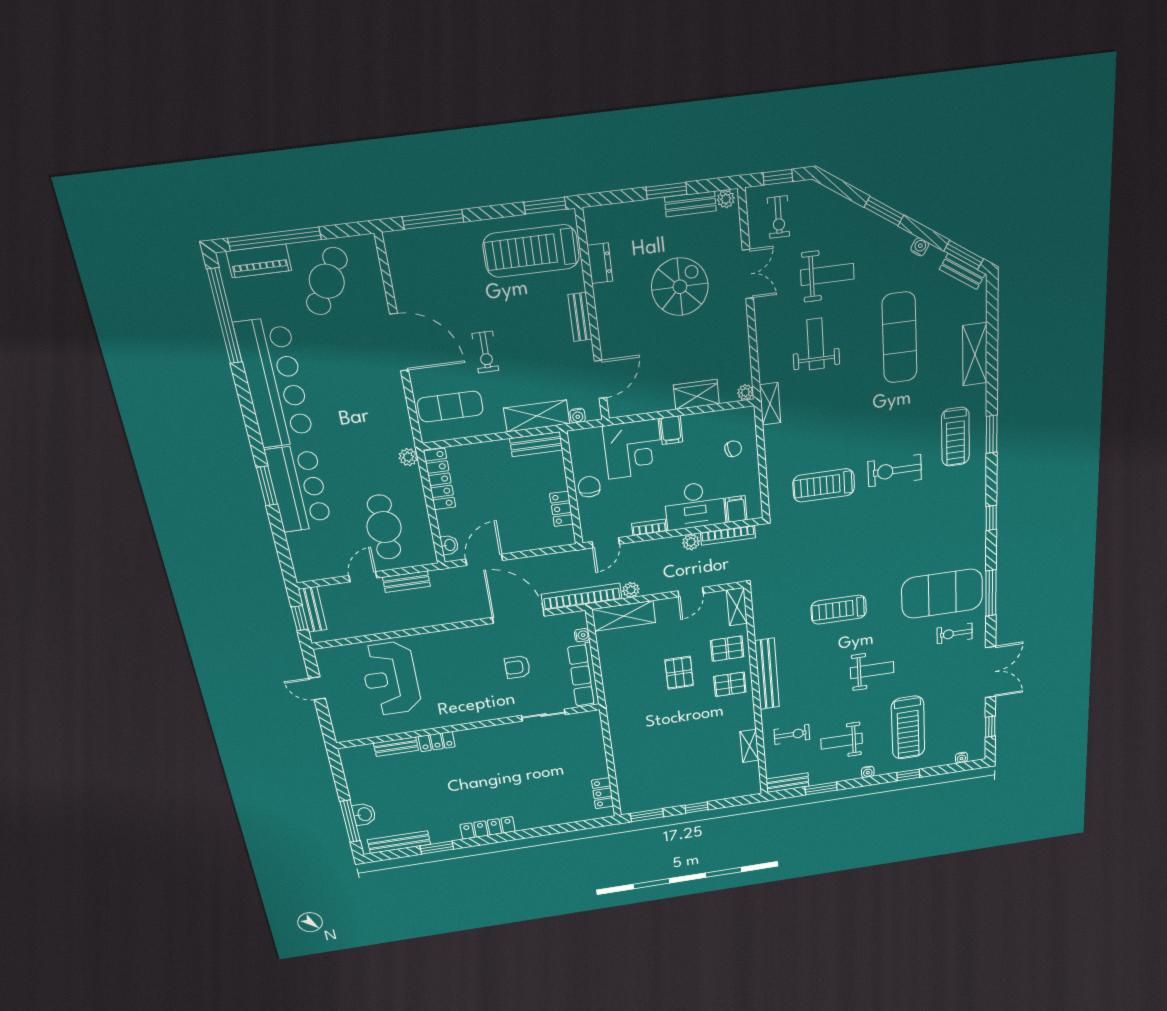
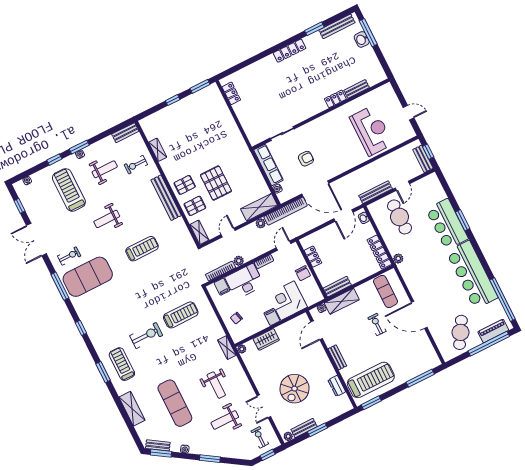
exercise mat: (450, 407) -> (386, 291), turned 90
bench: (406, 582) -> (376, 192), width x1.36
pallet: (679, 673) -> (216, 183), width x1.50, depth x1.42
window: (821, 788) -> (79, 147), moved

